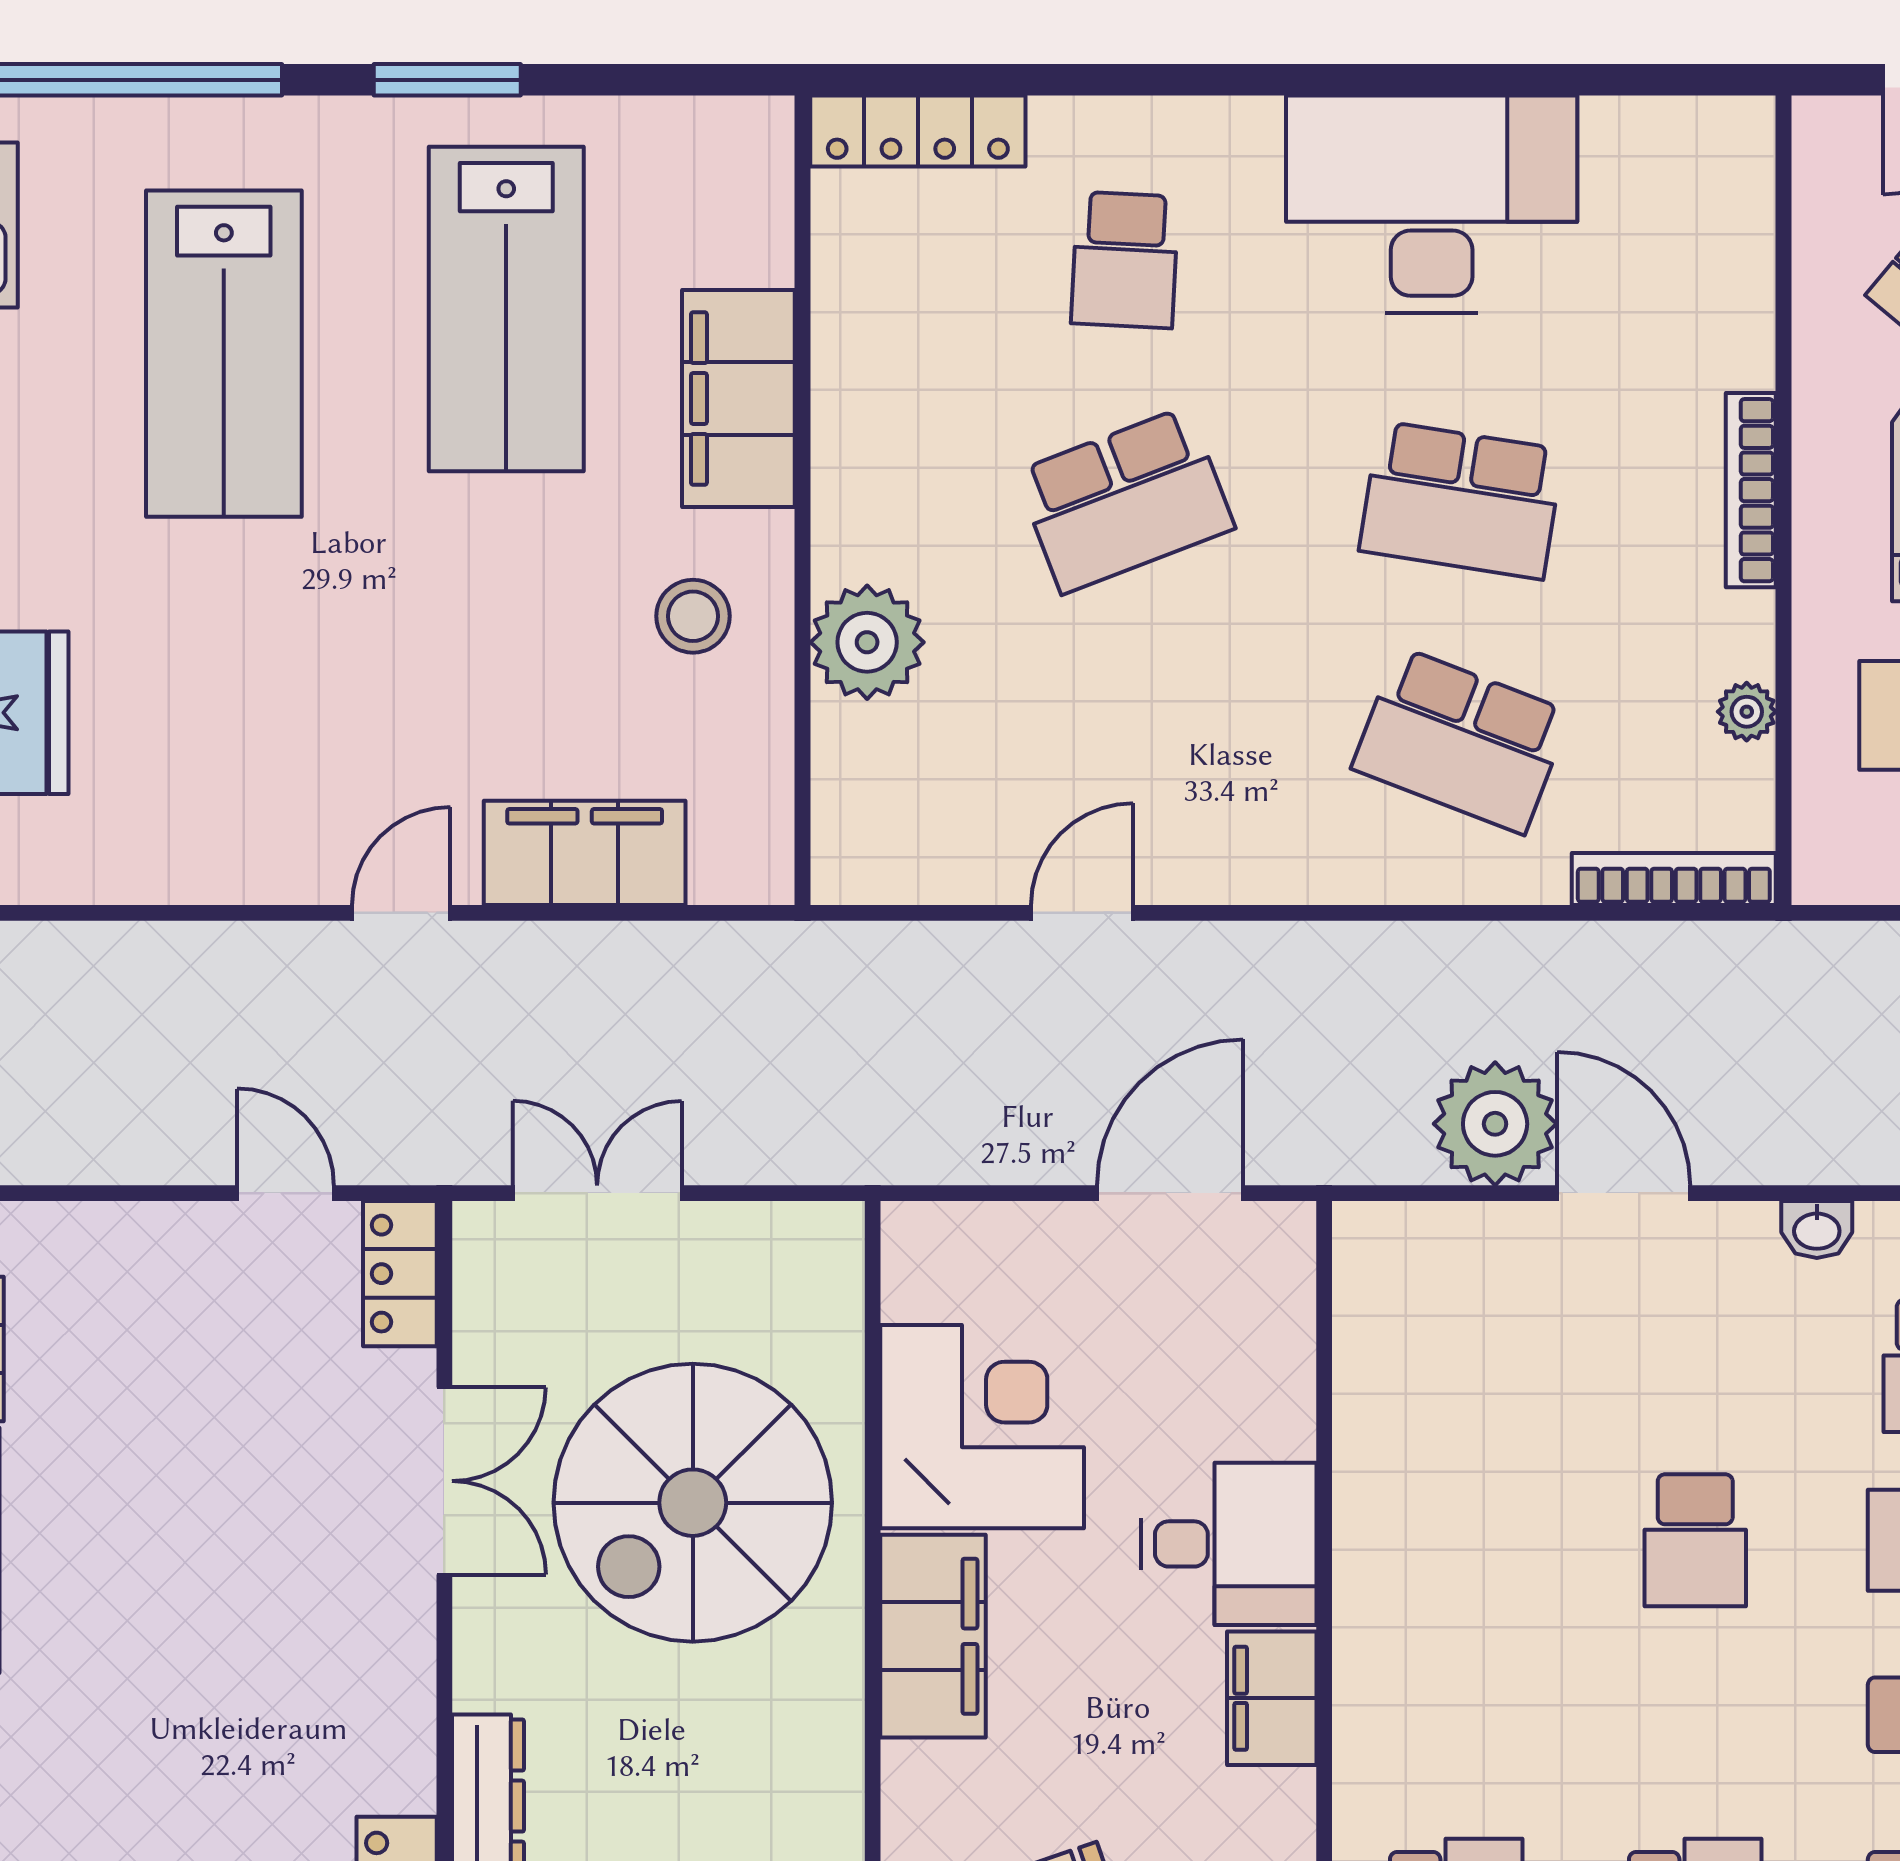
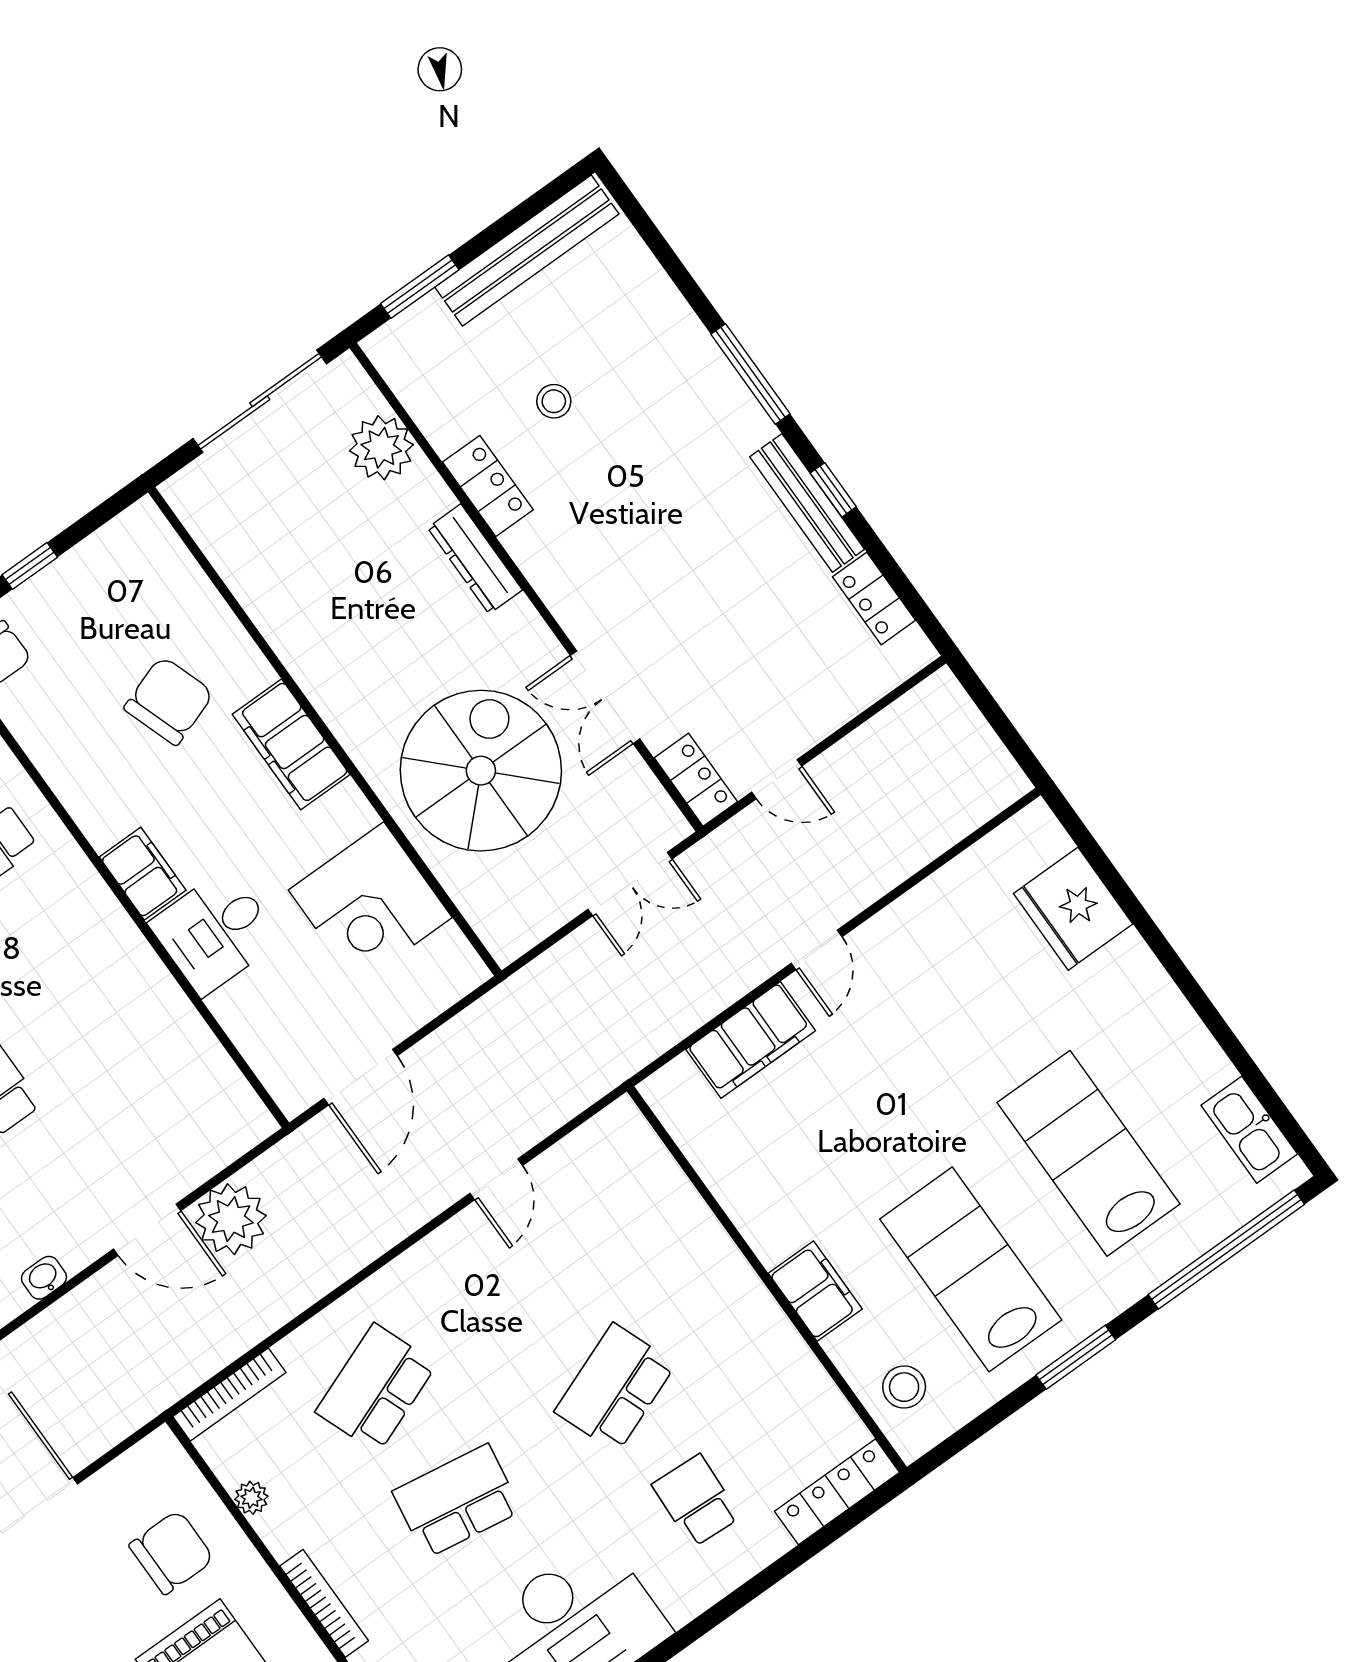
filing cabinet: (738, 399) -> (815, 1291), width x0.67, depth x0.86
stool: (693, 616) -> (904, 1387), moved
plant: (867, 642) -> (689, 1234), removed
school desk: (1461, 740) -> (376, 1388), turned -42
filing cabinet: (933, 1636) -> (291, 744), moved

